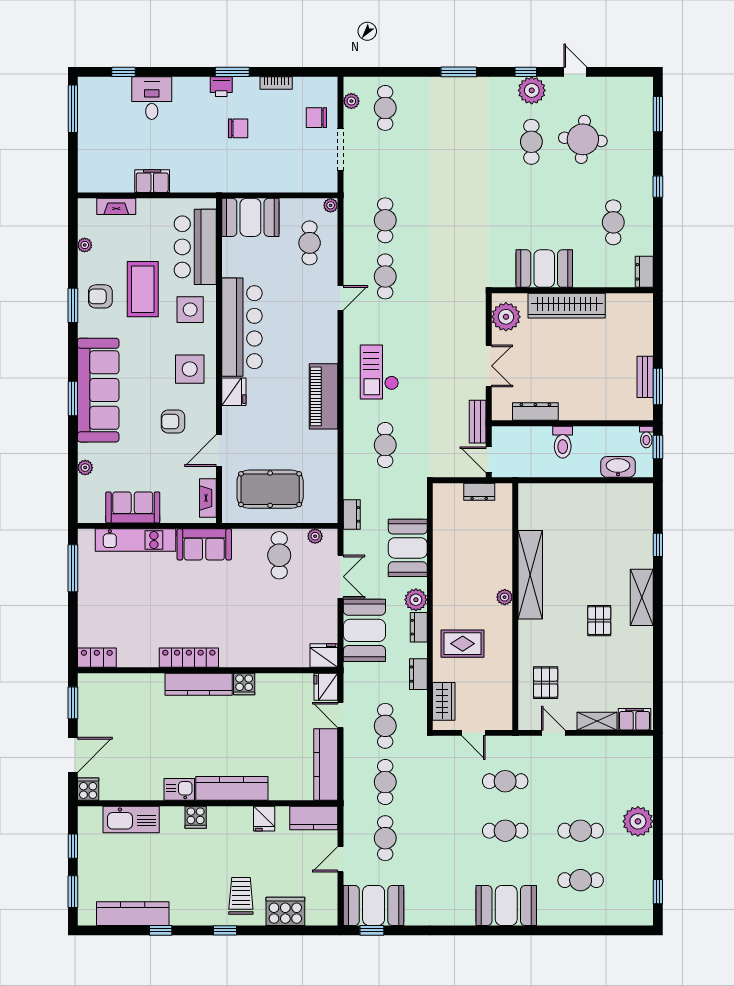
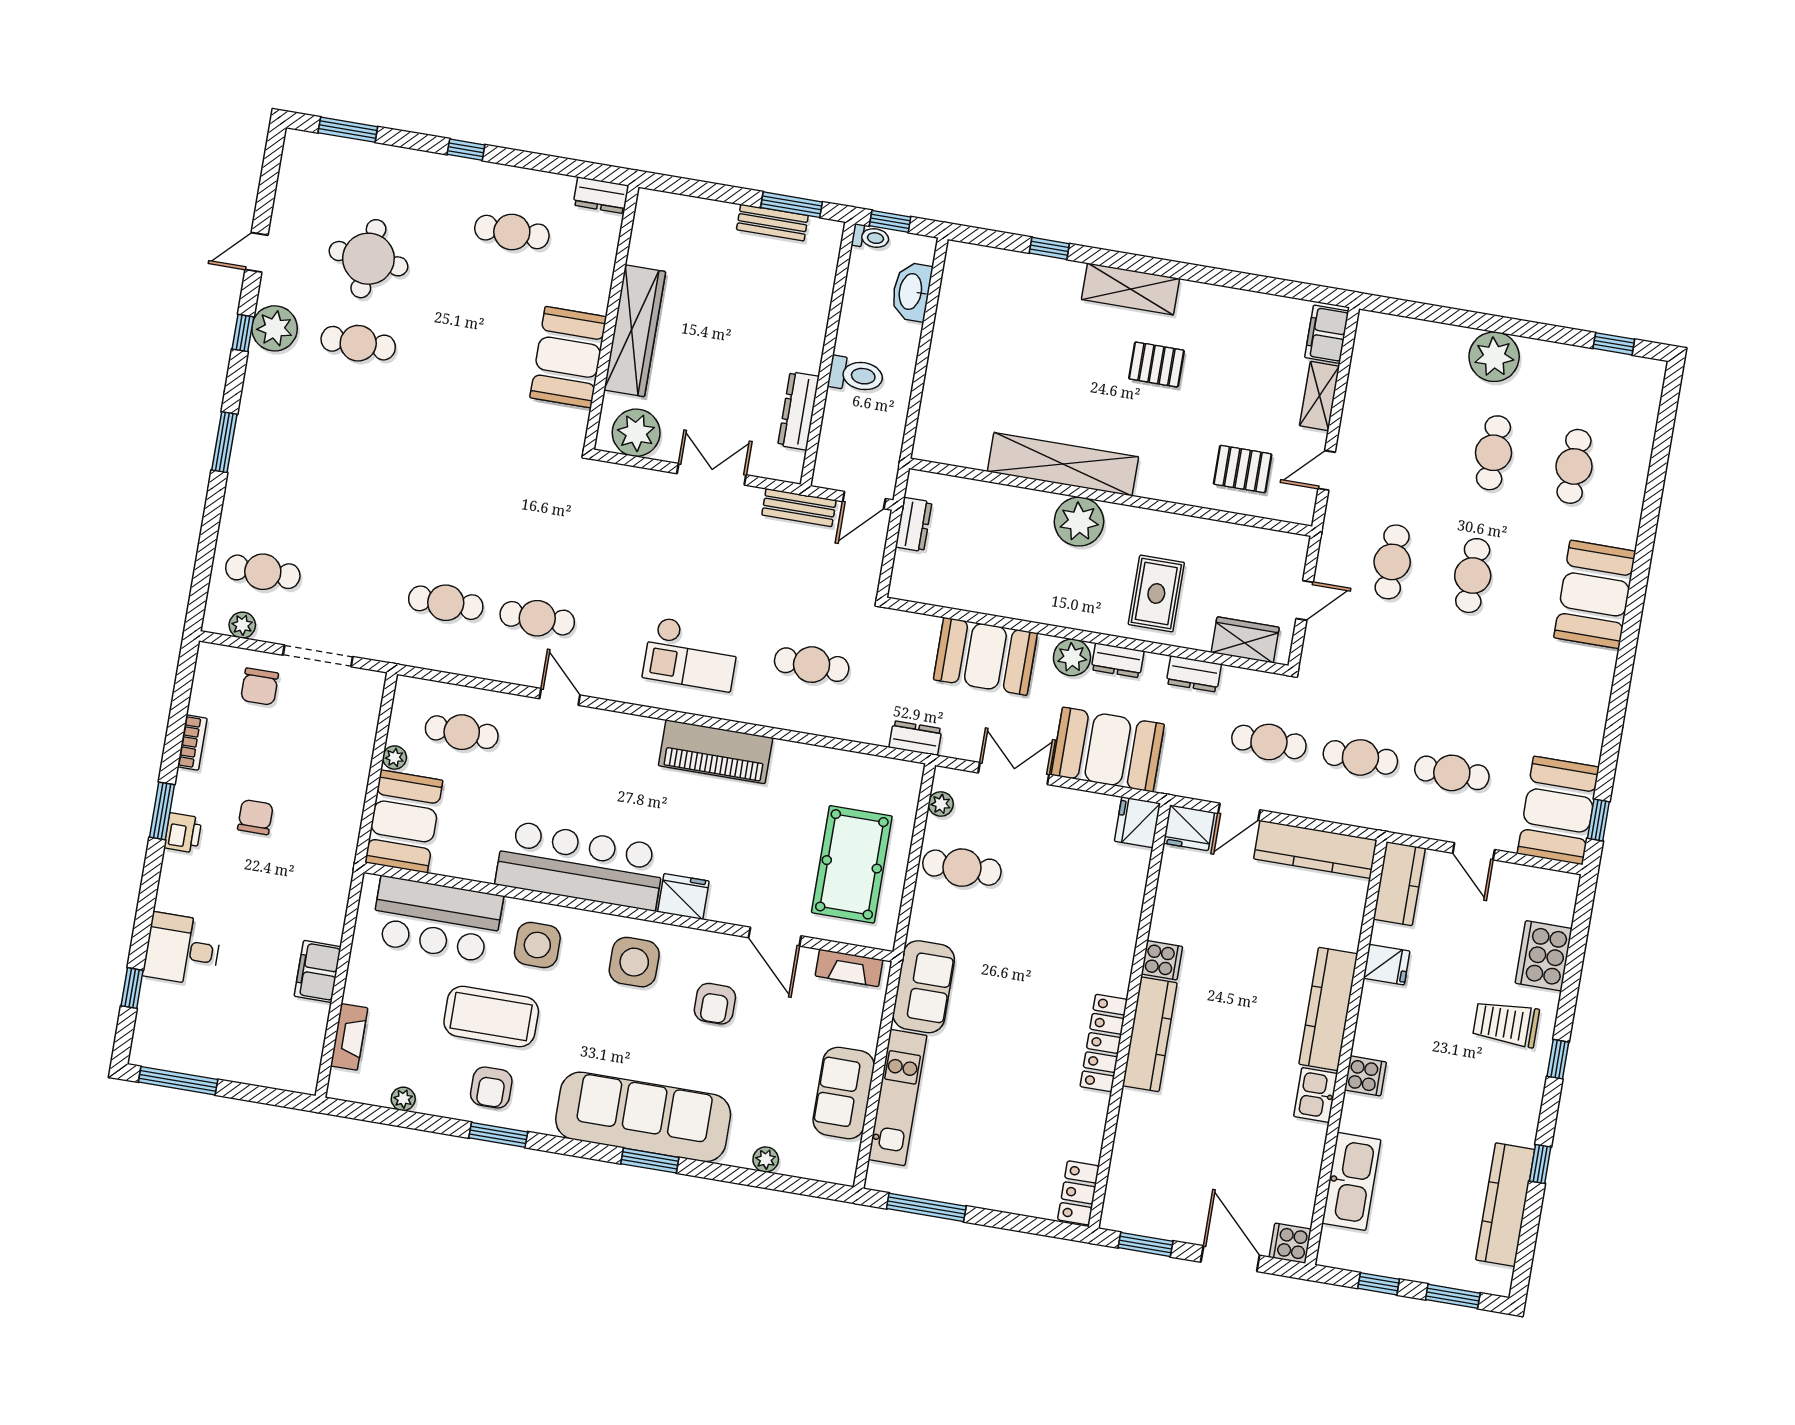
plant: (331, 205) -> (395, 758), moved
plant: (505, 597) -> (1079, 522), width x1.88, depth x1.88

